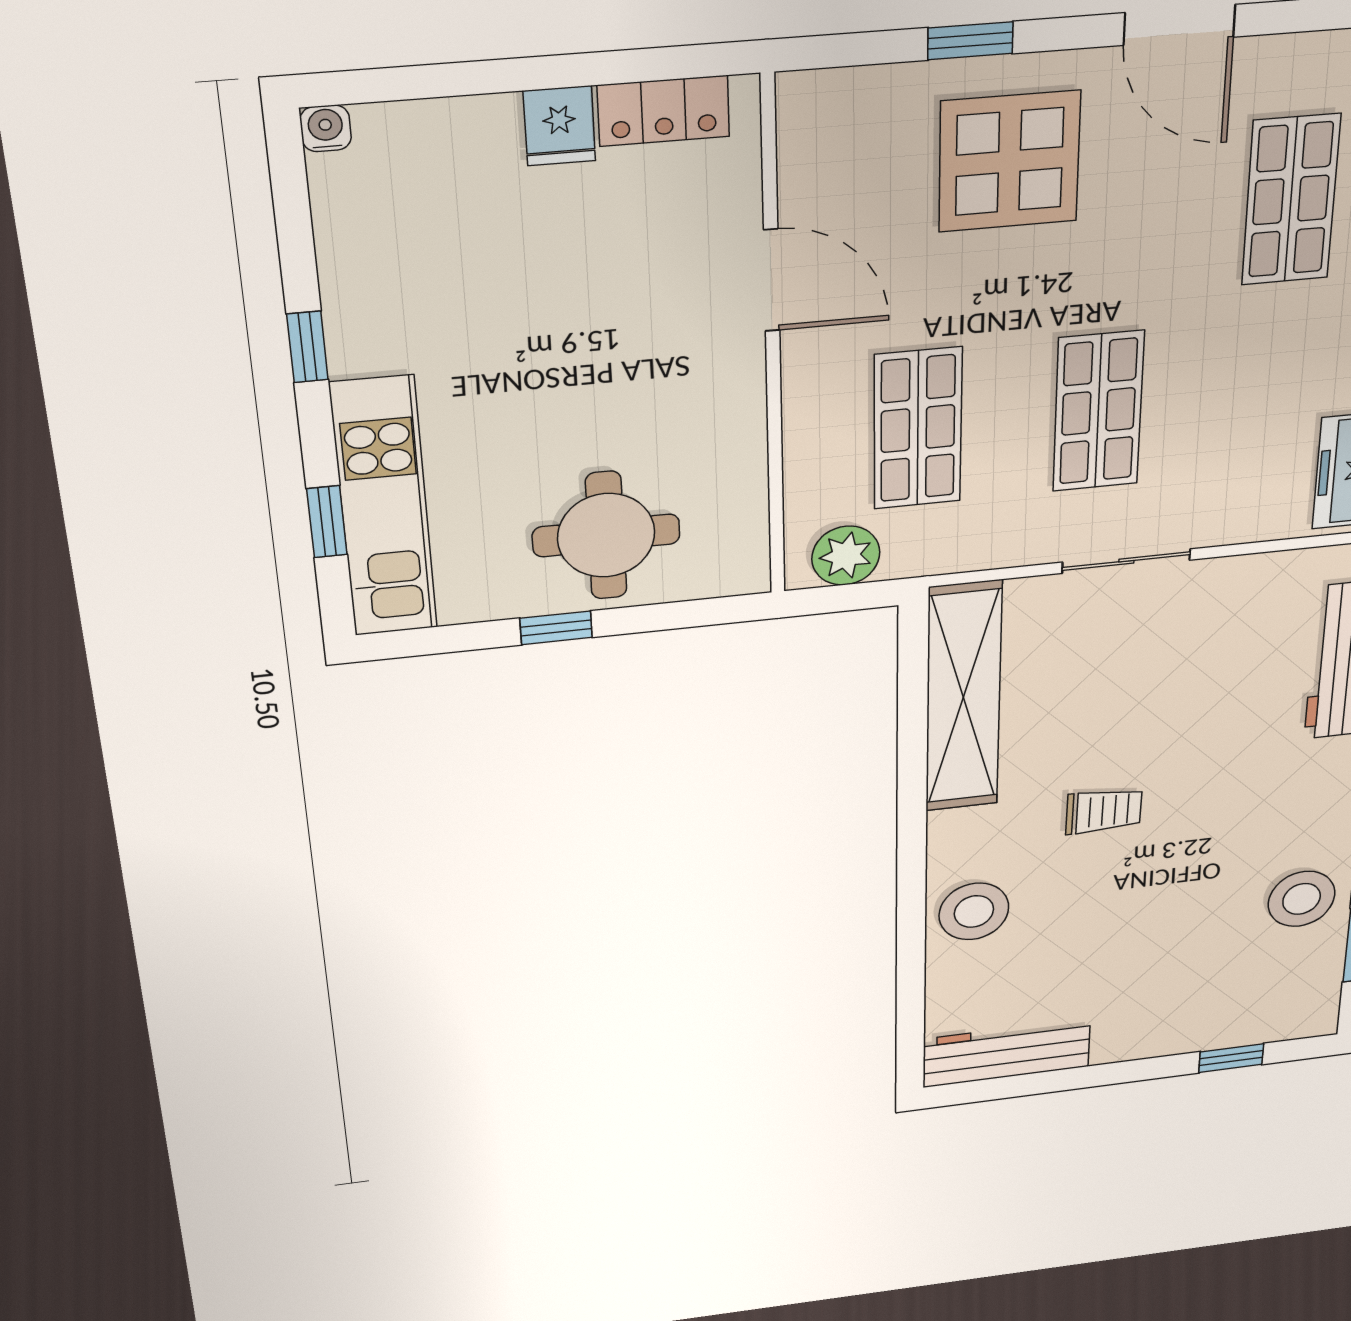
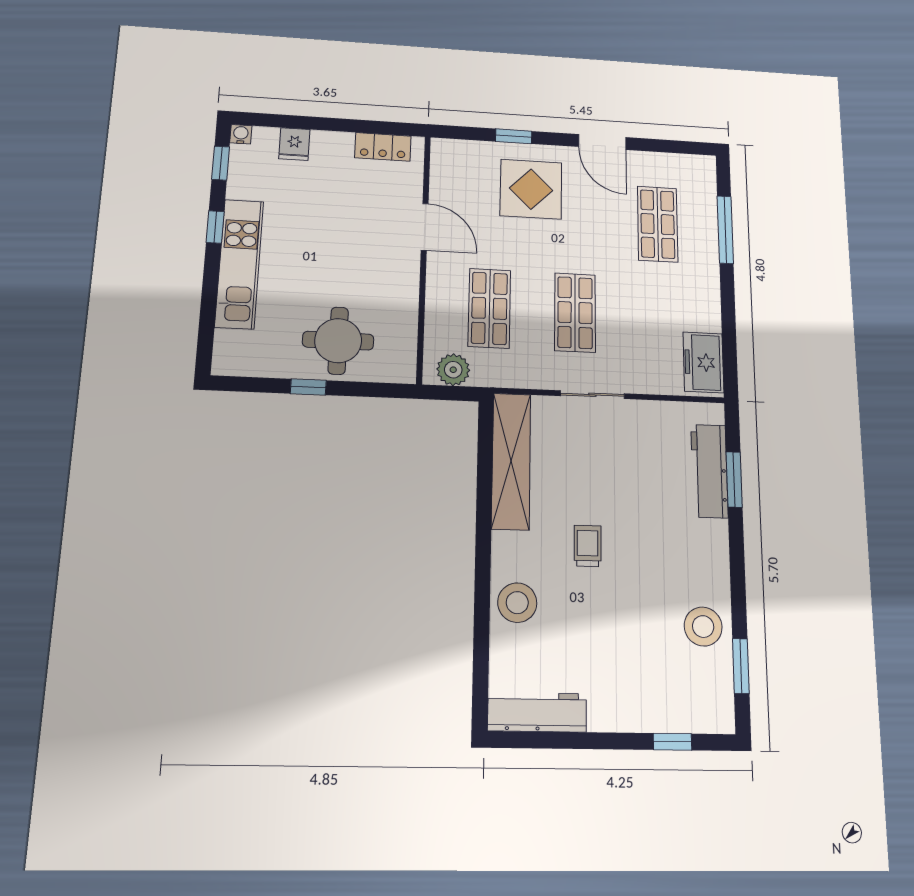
fridge: (559, 126) -> (294, 144), moved
kitchen unit: (384, 508) -> (239, 264), moved
window: (327, 522) -> (221, 163), moved
trolley: (1104, 811) -> (588, 546), turned -91

